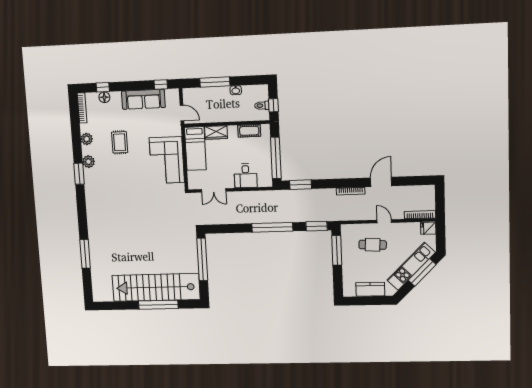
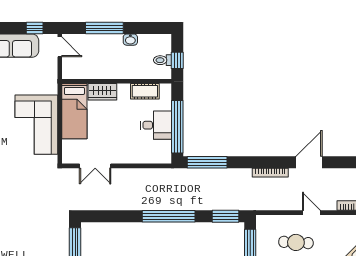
door: (182, 113) -> (60, 47), moved
desk: (246, 176) -> (156, 125), moved, turned -90
window: (301, 185) -> (207, 162), width x1.44

